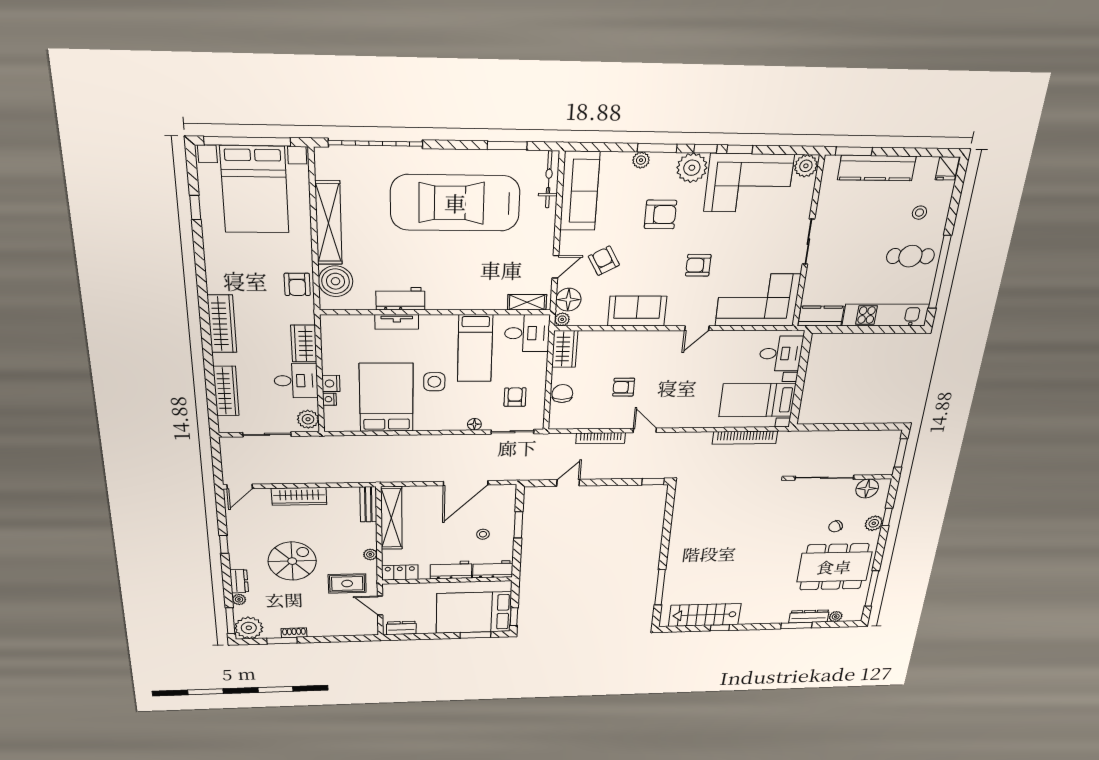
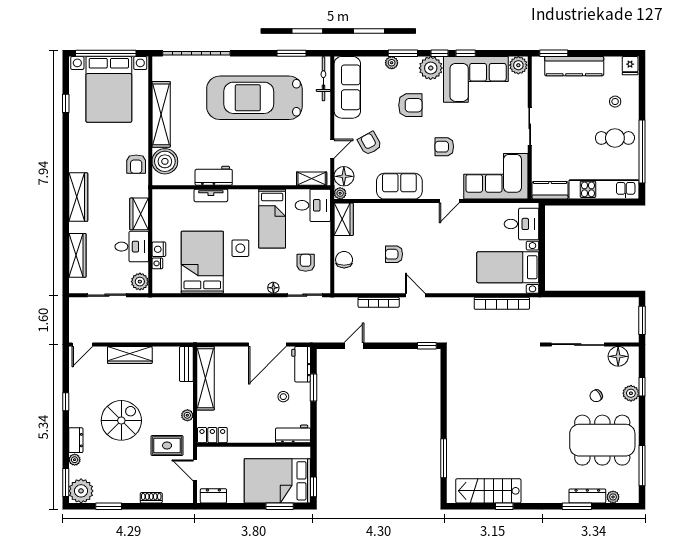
workbench: (451, 570) -> (301, 364), moved, turned -90
shoe rack: (294, 633) -> (151, 498), moved

